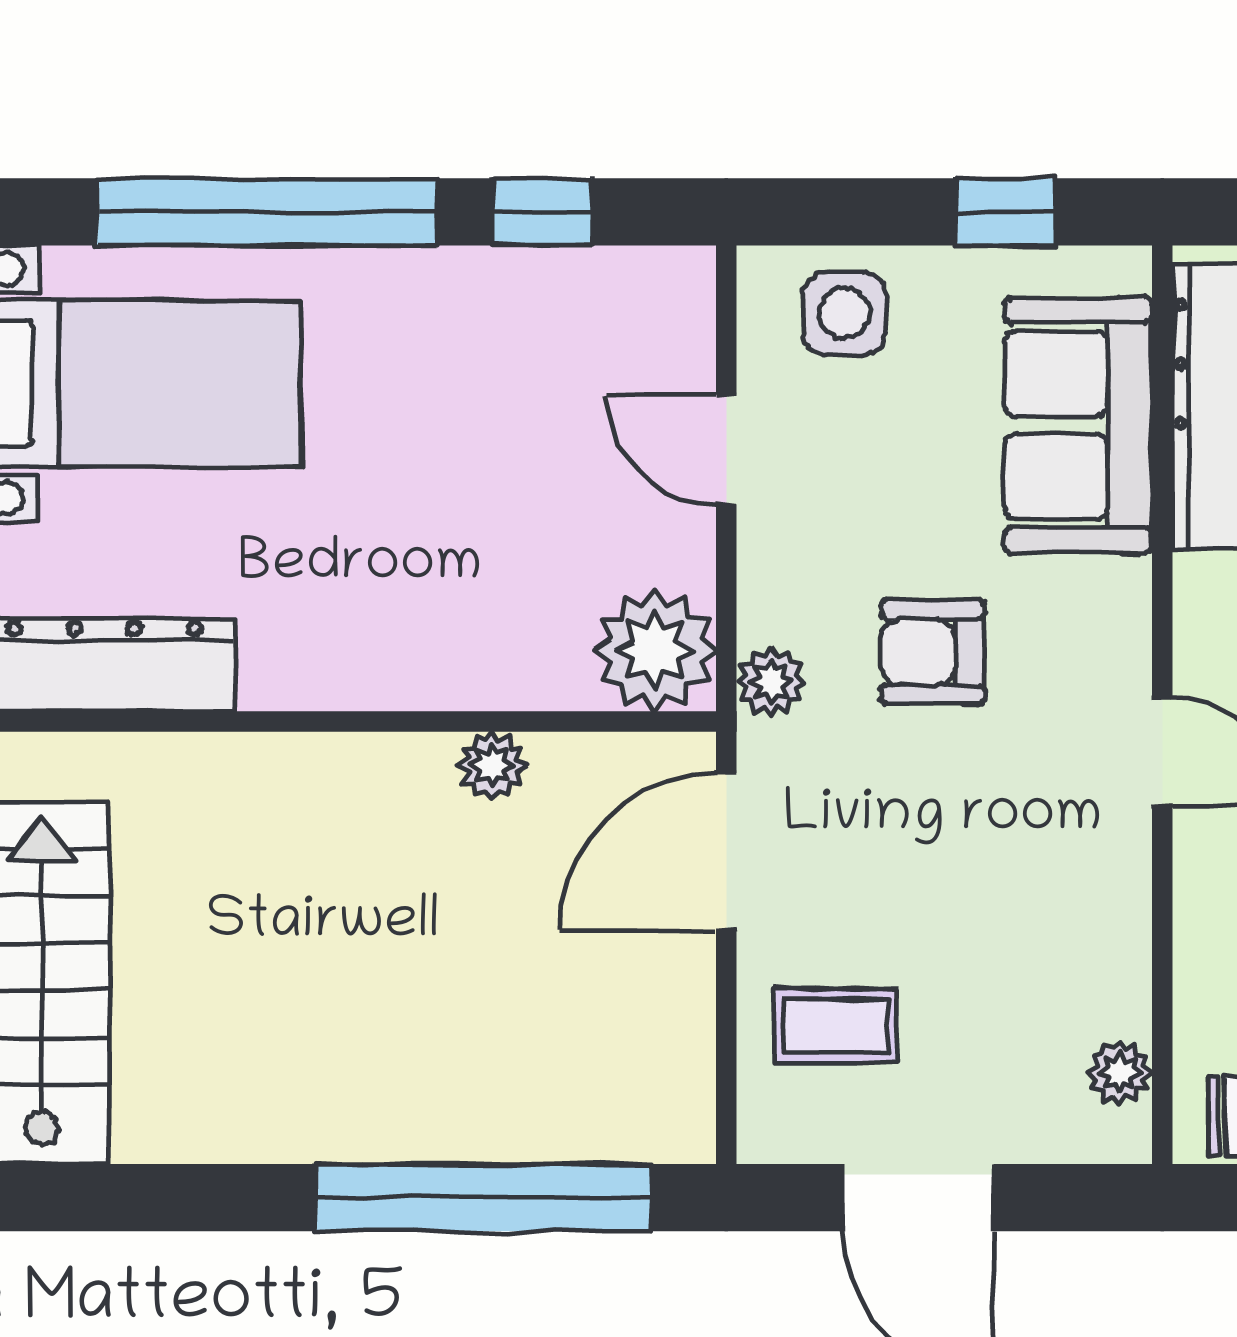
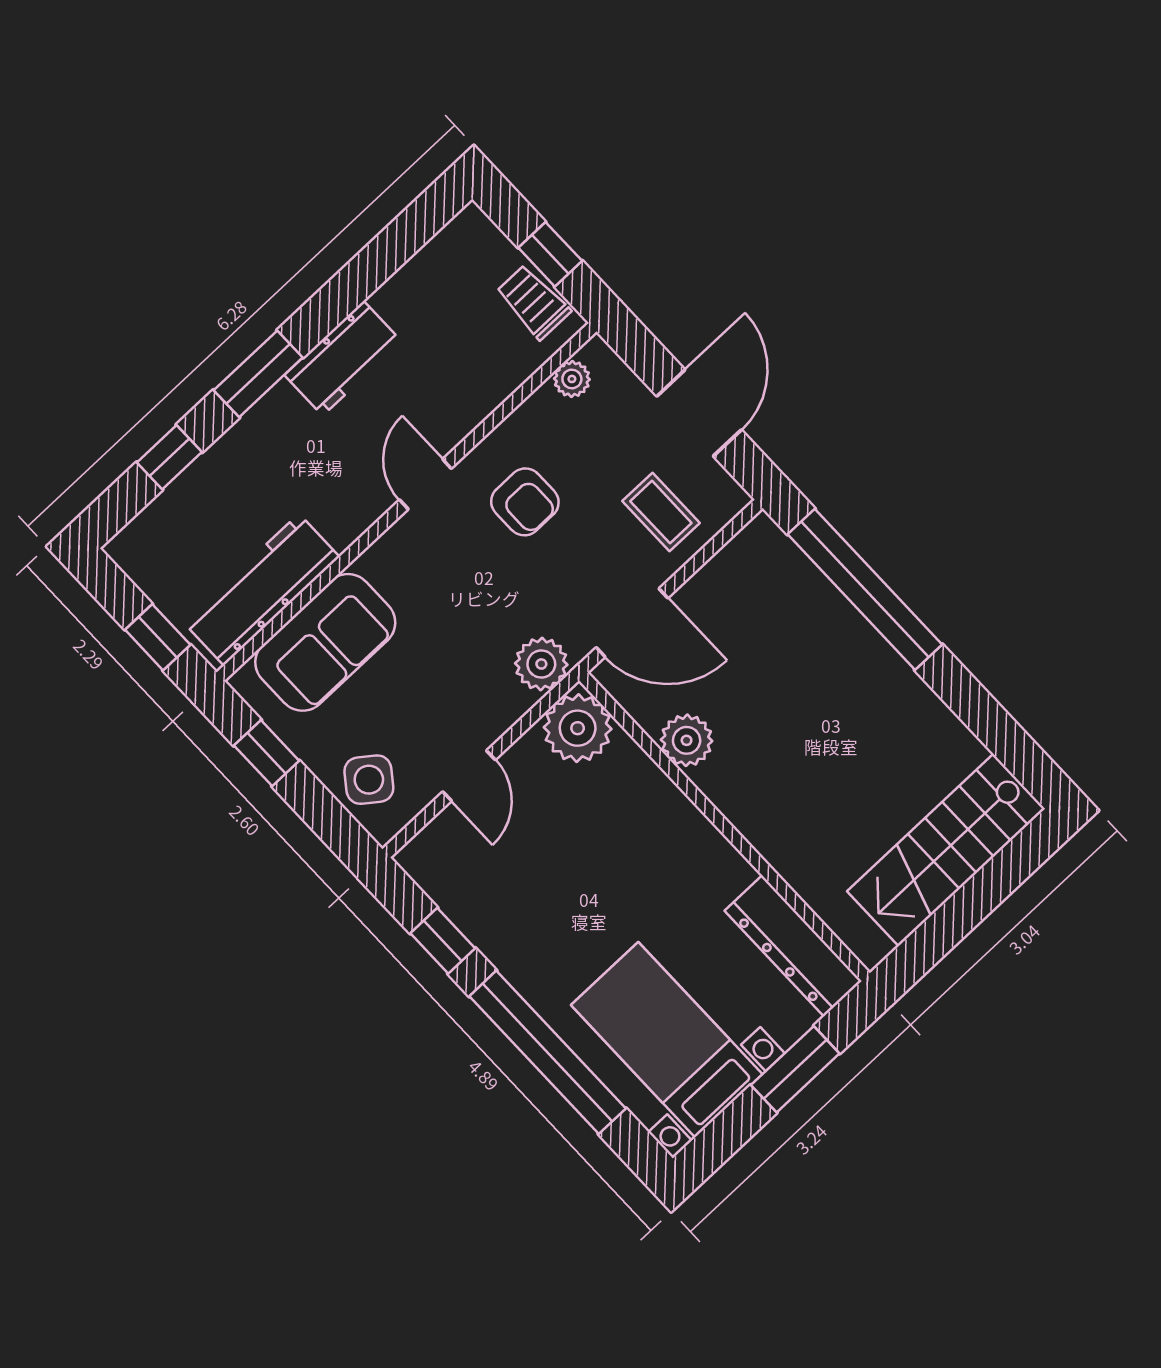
side table: (844, 313) -> (369, 780), turned 37
armchair: (933, 652) -> (525, 502), moved
plant: (771, 682) -> (541, 664), width x1.38, depth x1.38
plant: (492, 765) -> (687, 740), width x1.38, depth x1.38

